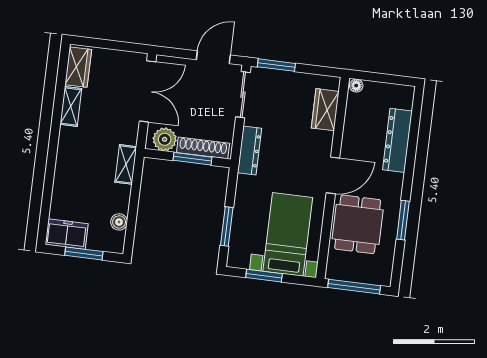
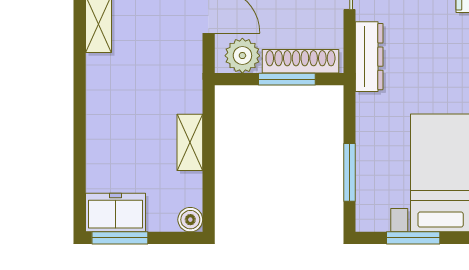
shelving: (126, 164) -> (190, 142), moved
boiler: (119, 222) -> (190, 220), moved
window: (84, 253) -> (120, 238), moved

